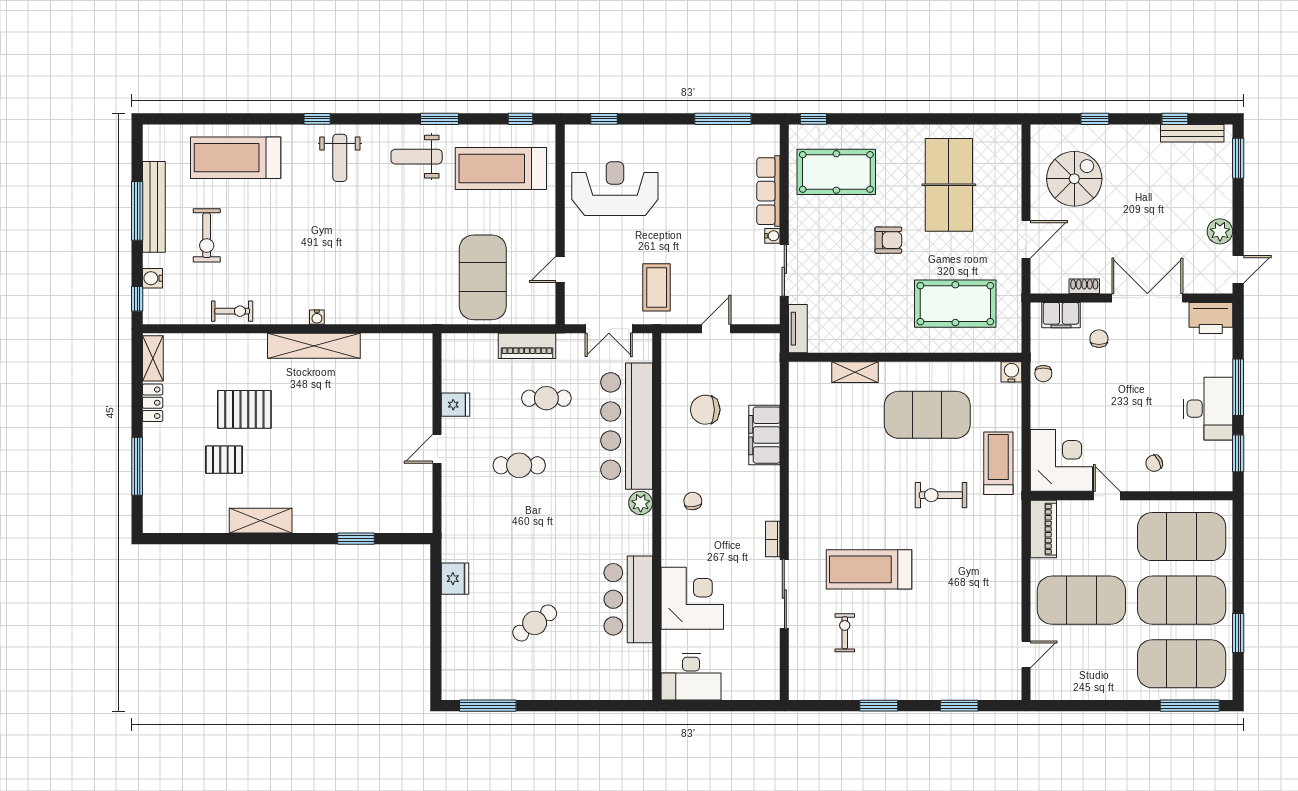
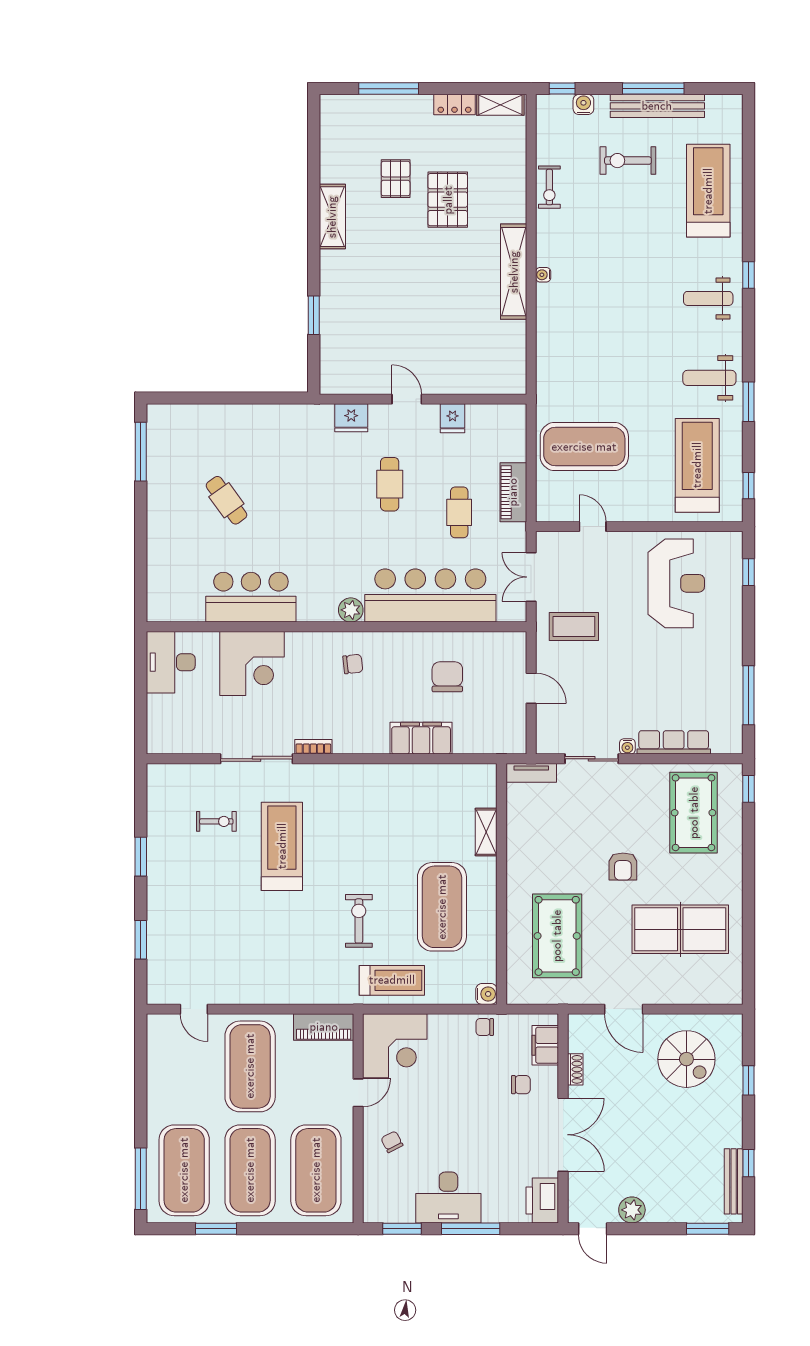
weight bench: (417, 157) -> (709, 378), turned -90
fridge: (455, 579) -> (351, 418), moved

